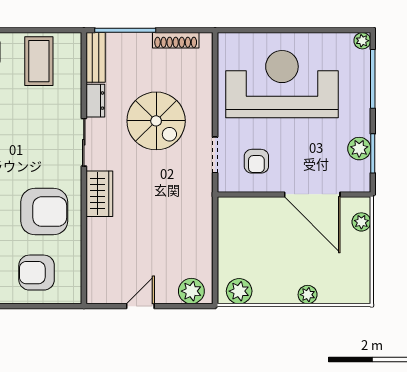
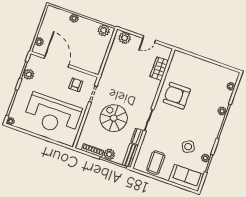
plant: (139, 44) -> (109, 154), added
wardrobe: (99, 194) -> (159, 69), moved
armchair: (37, 273) -> (190, 70), removed

